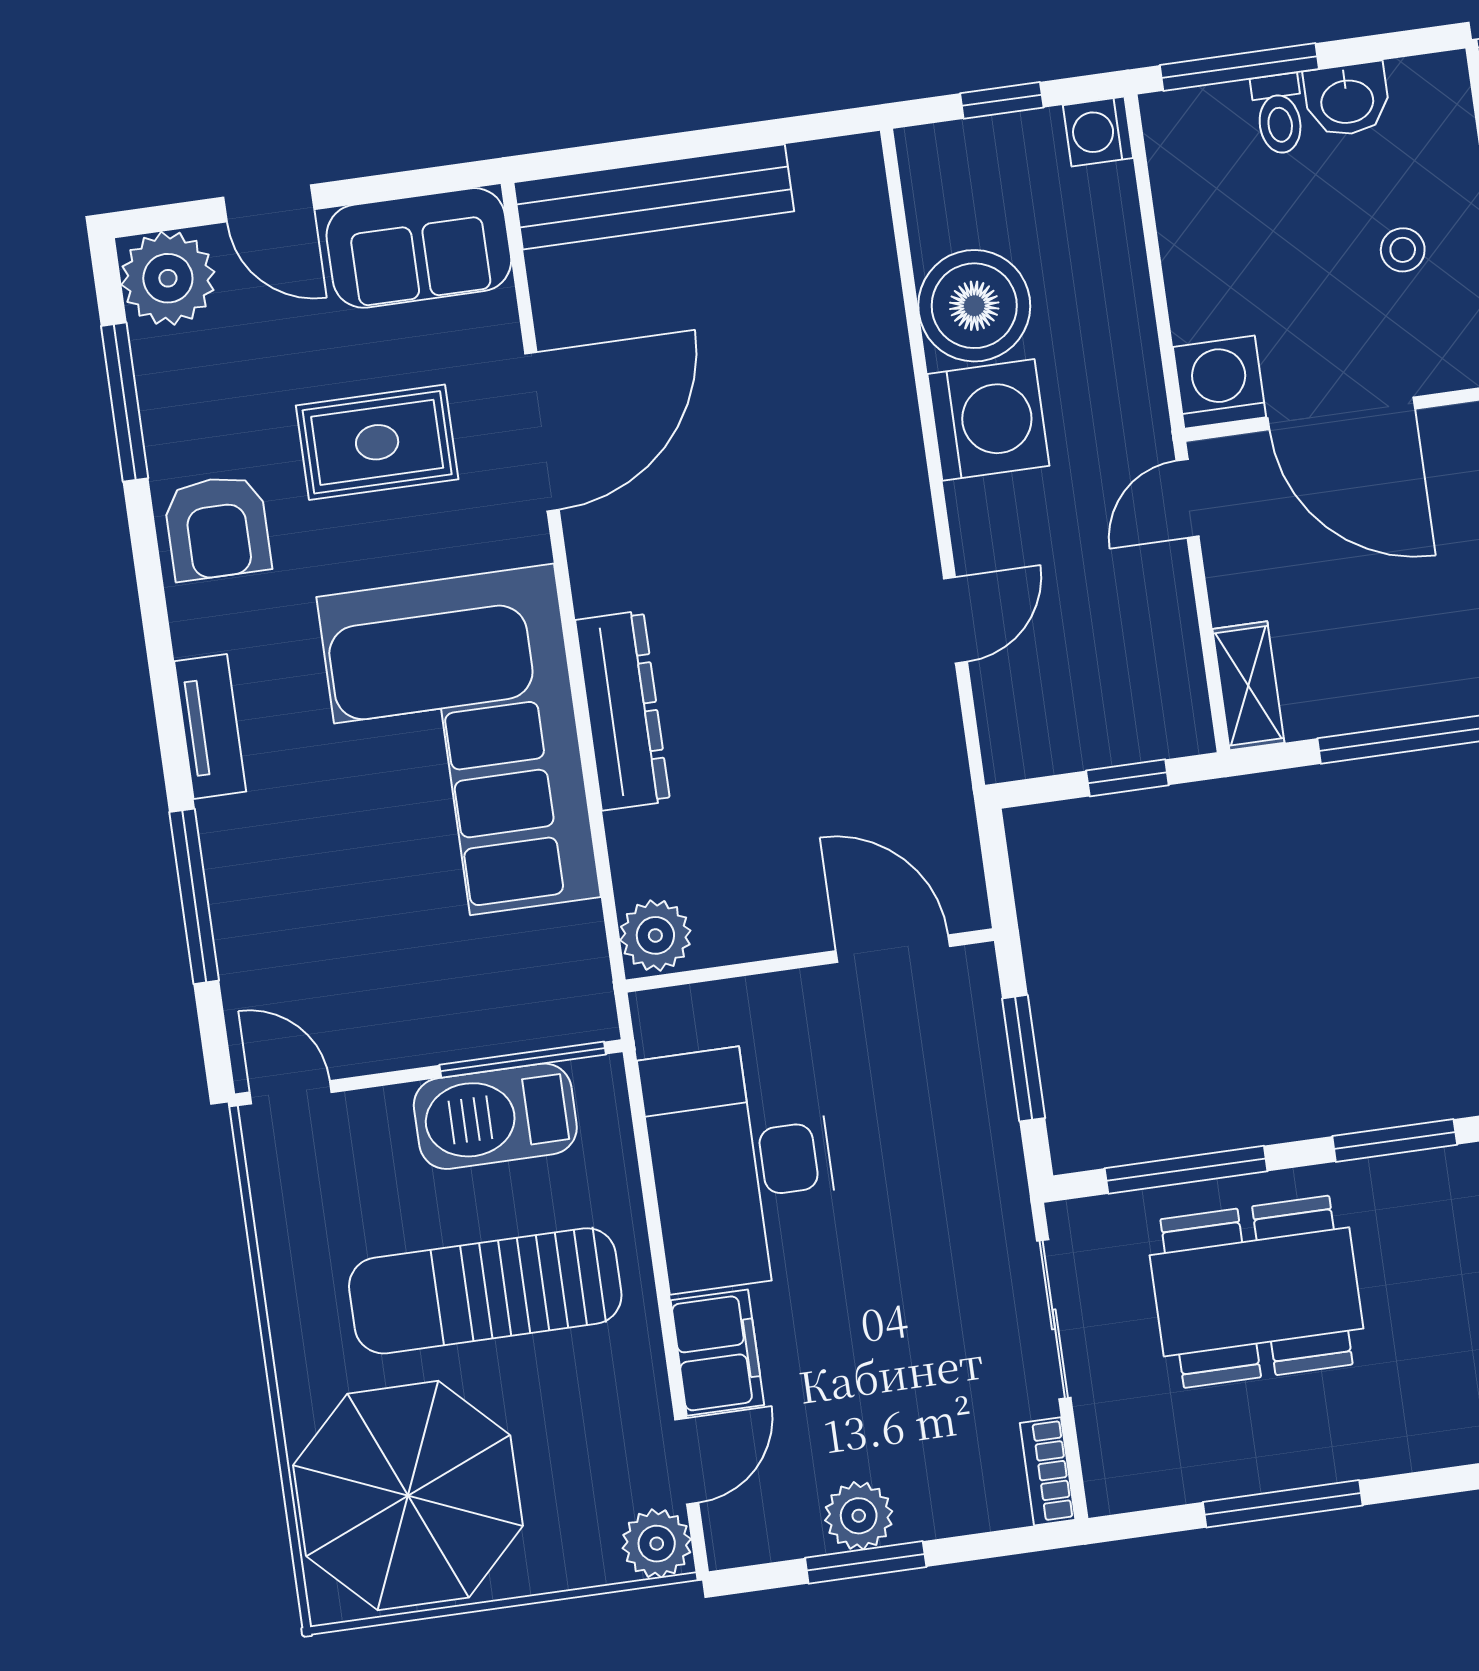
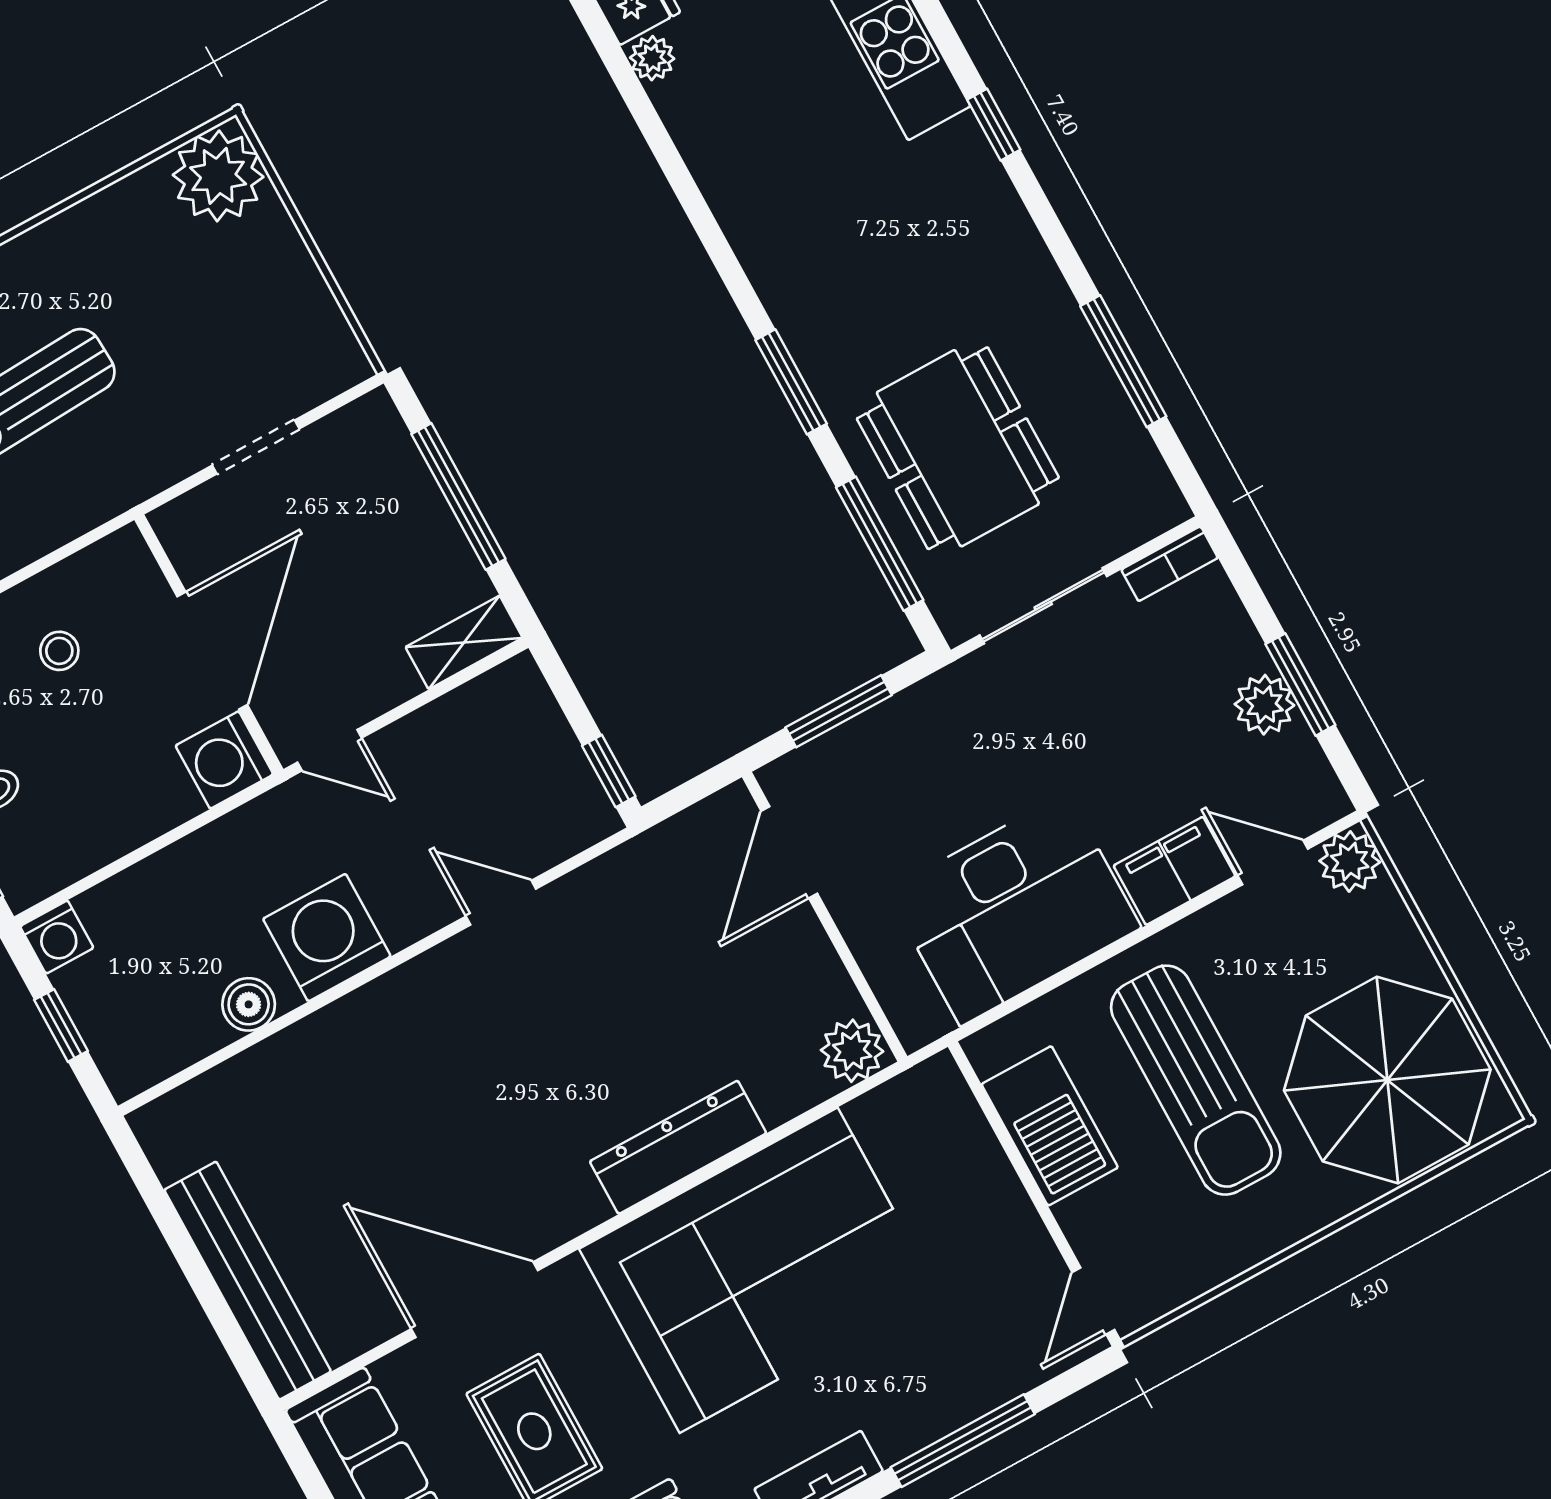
boiler: (974, 306) -> (249, 1004), width x0.54, depth x0.54
window: (1127, 778) -> (609, 771), moved
window: (523, 1060) -> (995, 1121), removed

